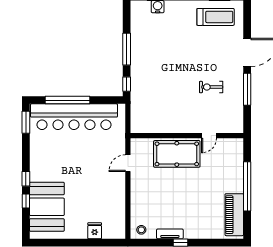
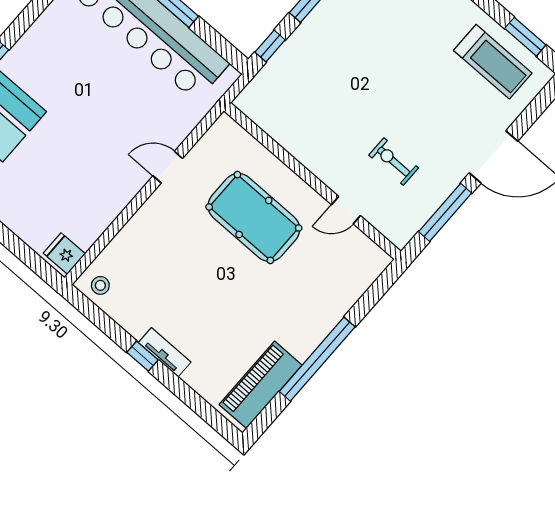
wall: (187, 136) -> (312, 181), moved
door: (209, 136) -> (346, 210), moved
fridge: (95, 231) -> (64, 253), moved, turned -90
tv unit: (170, 234) -> (165, 352), moved

